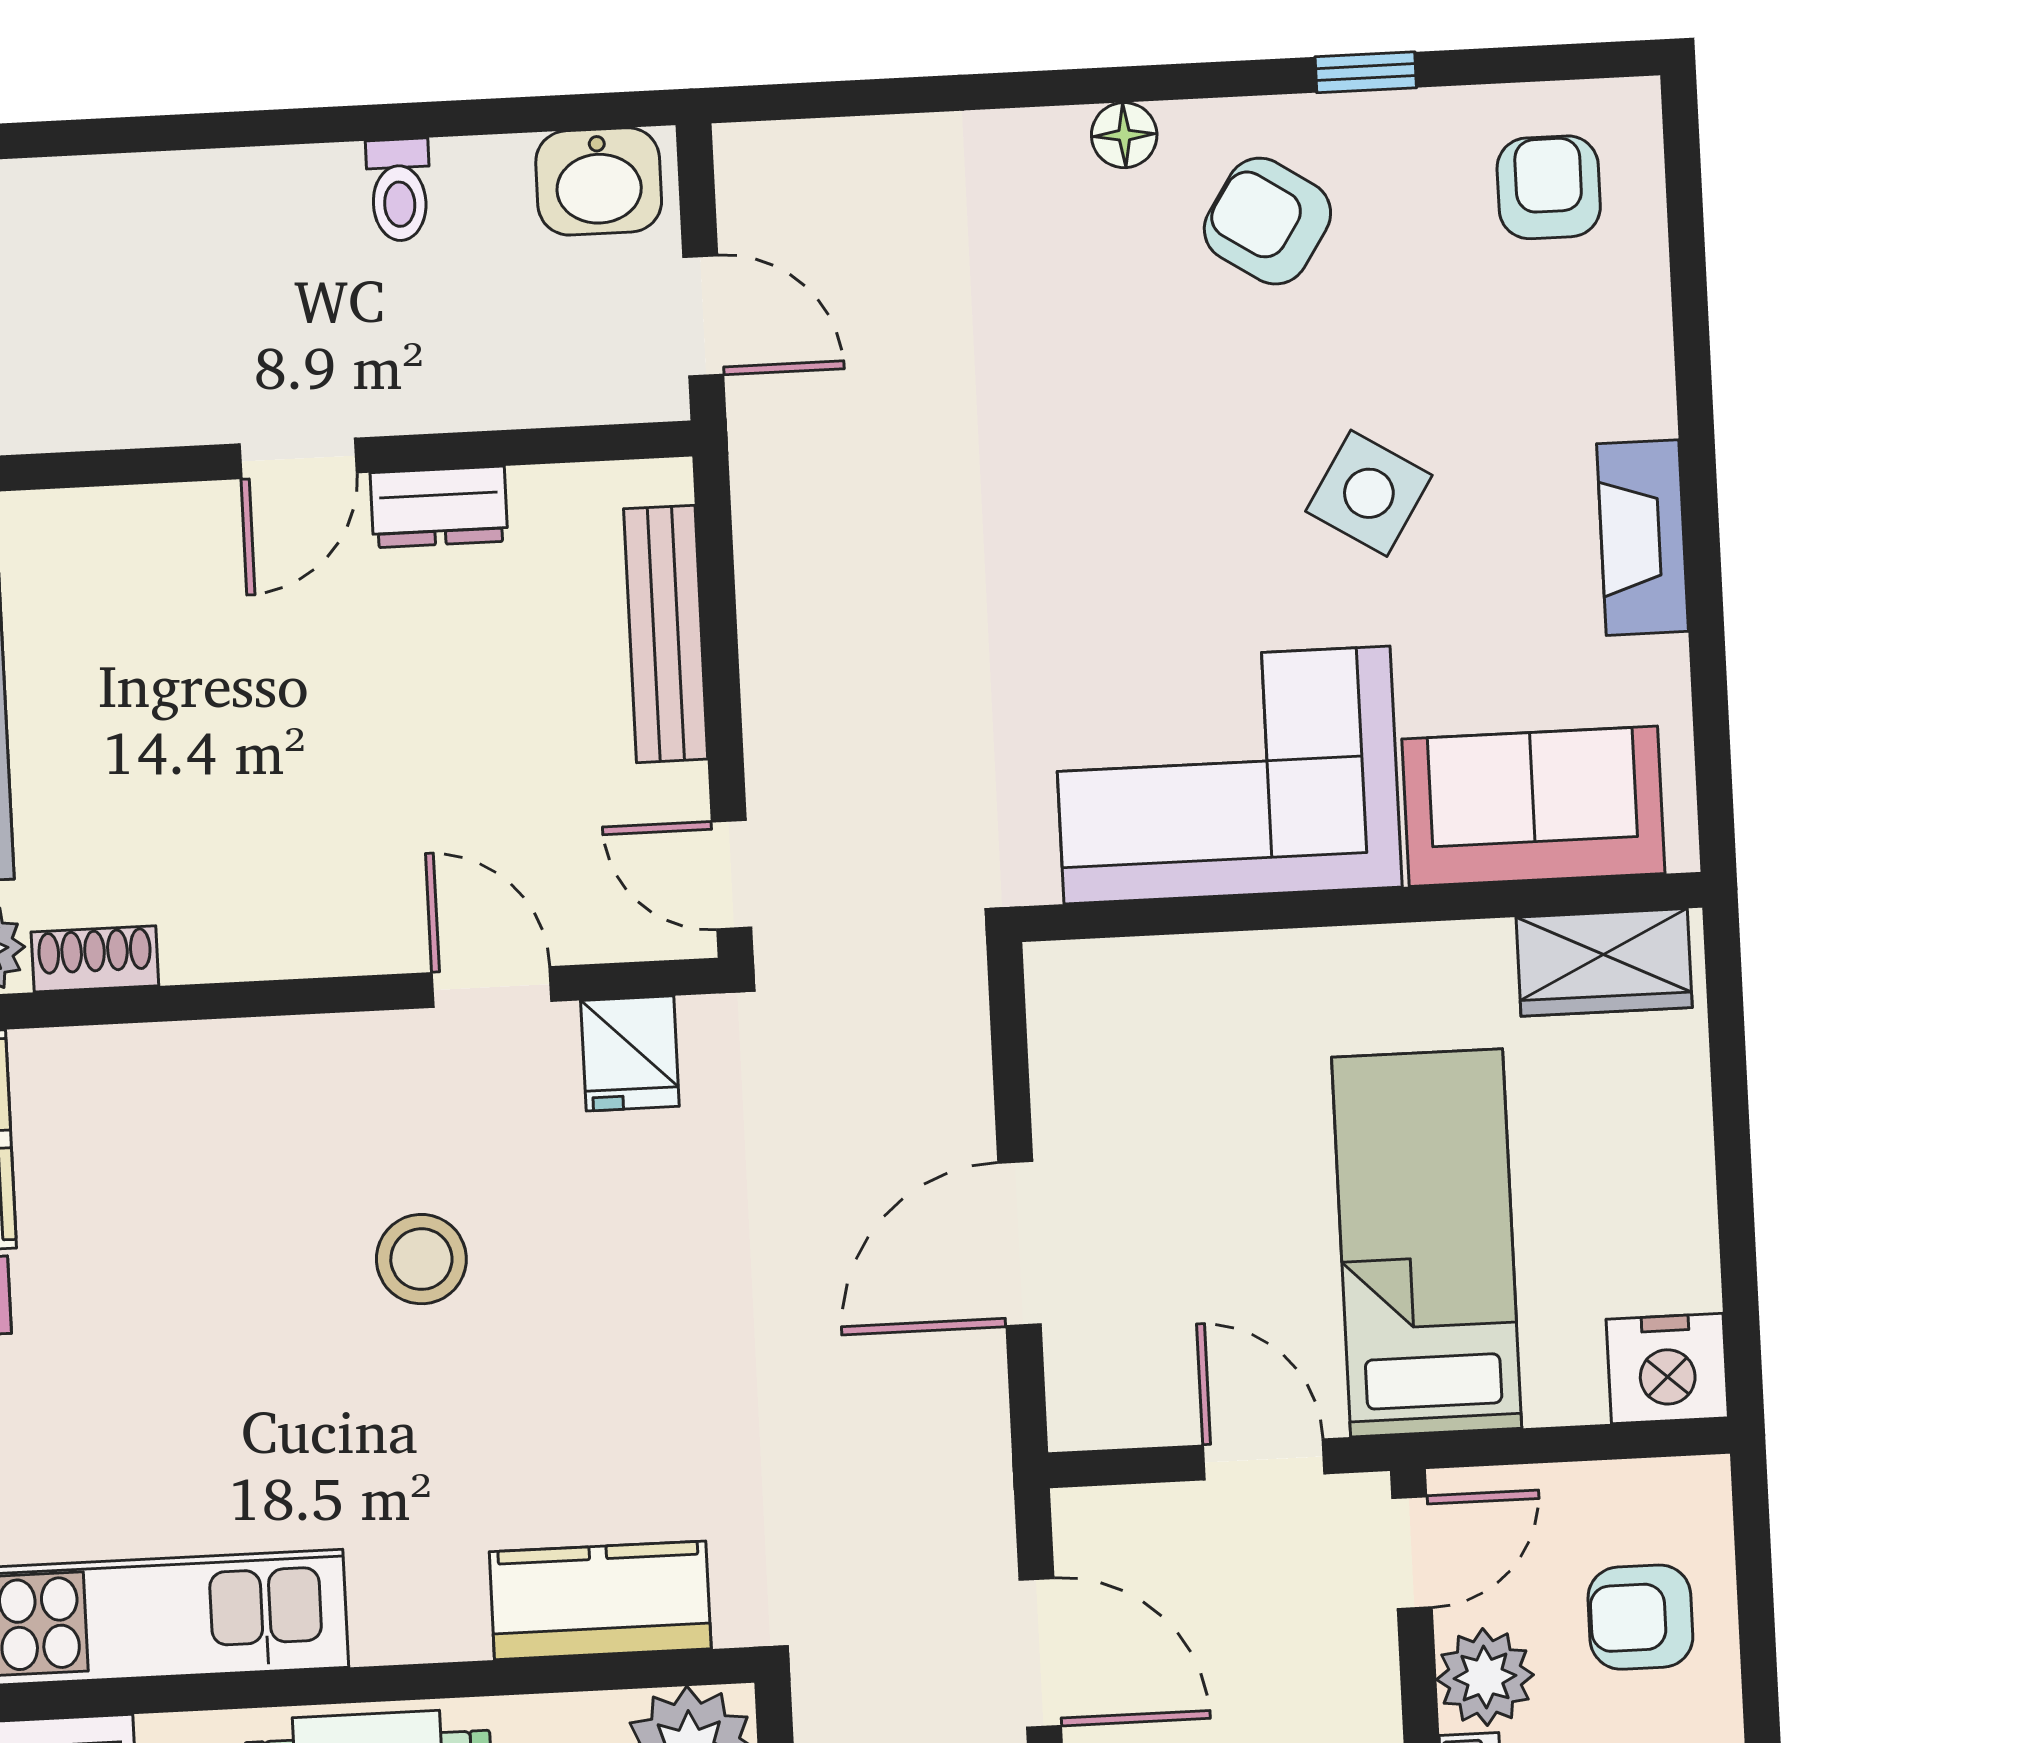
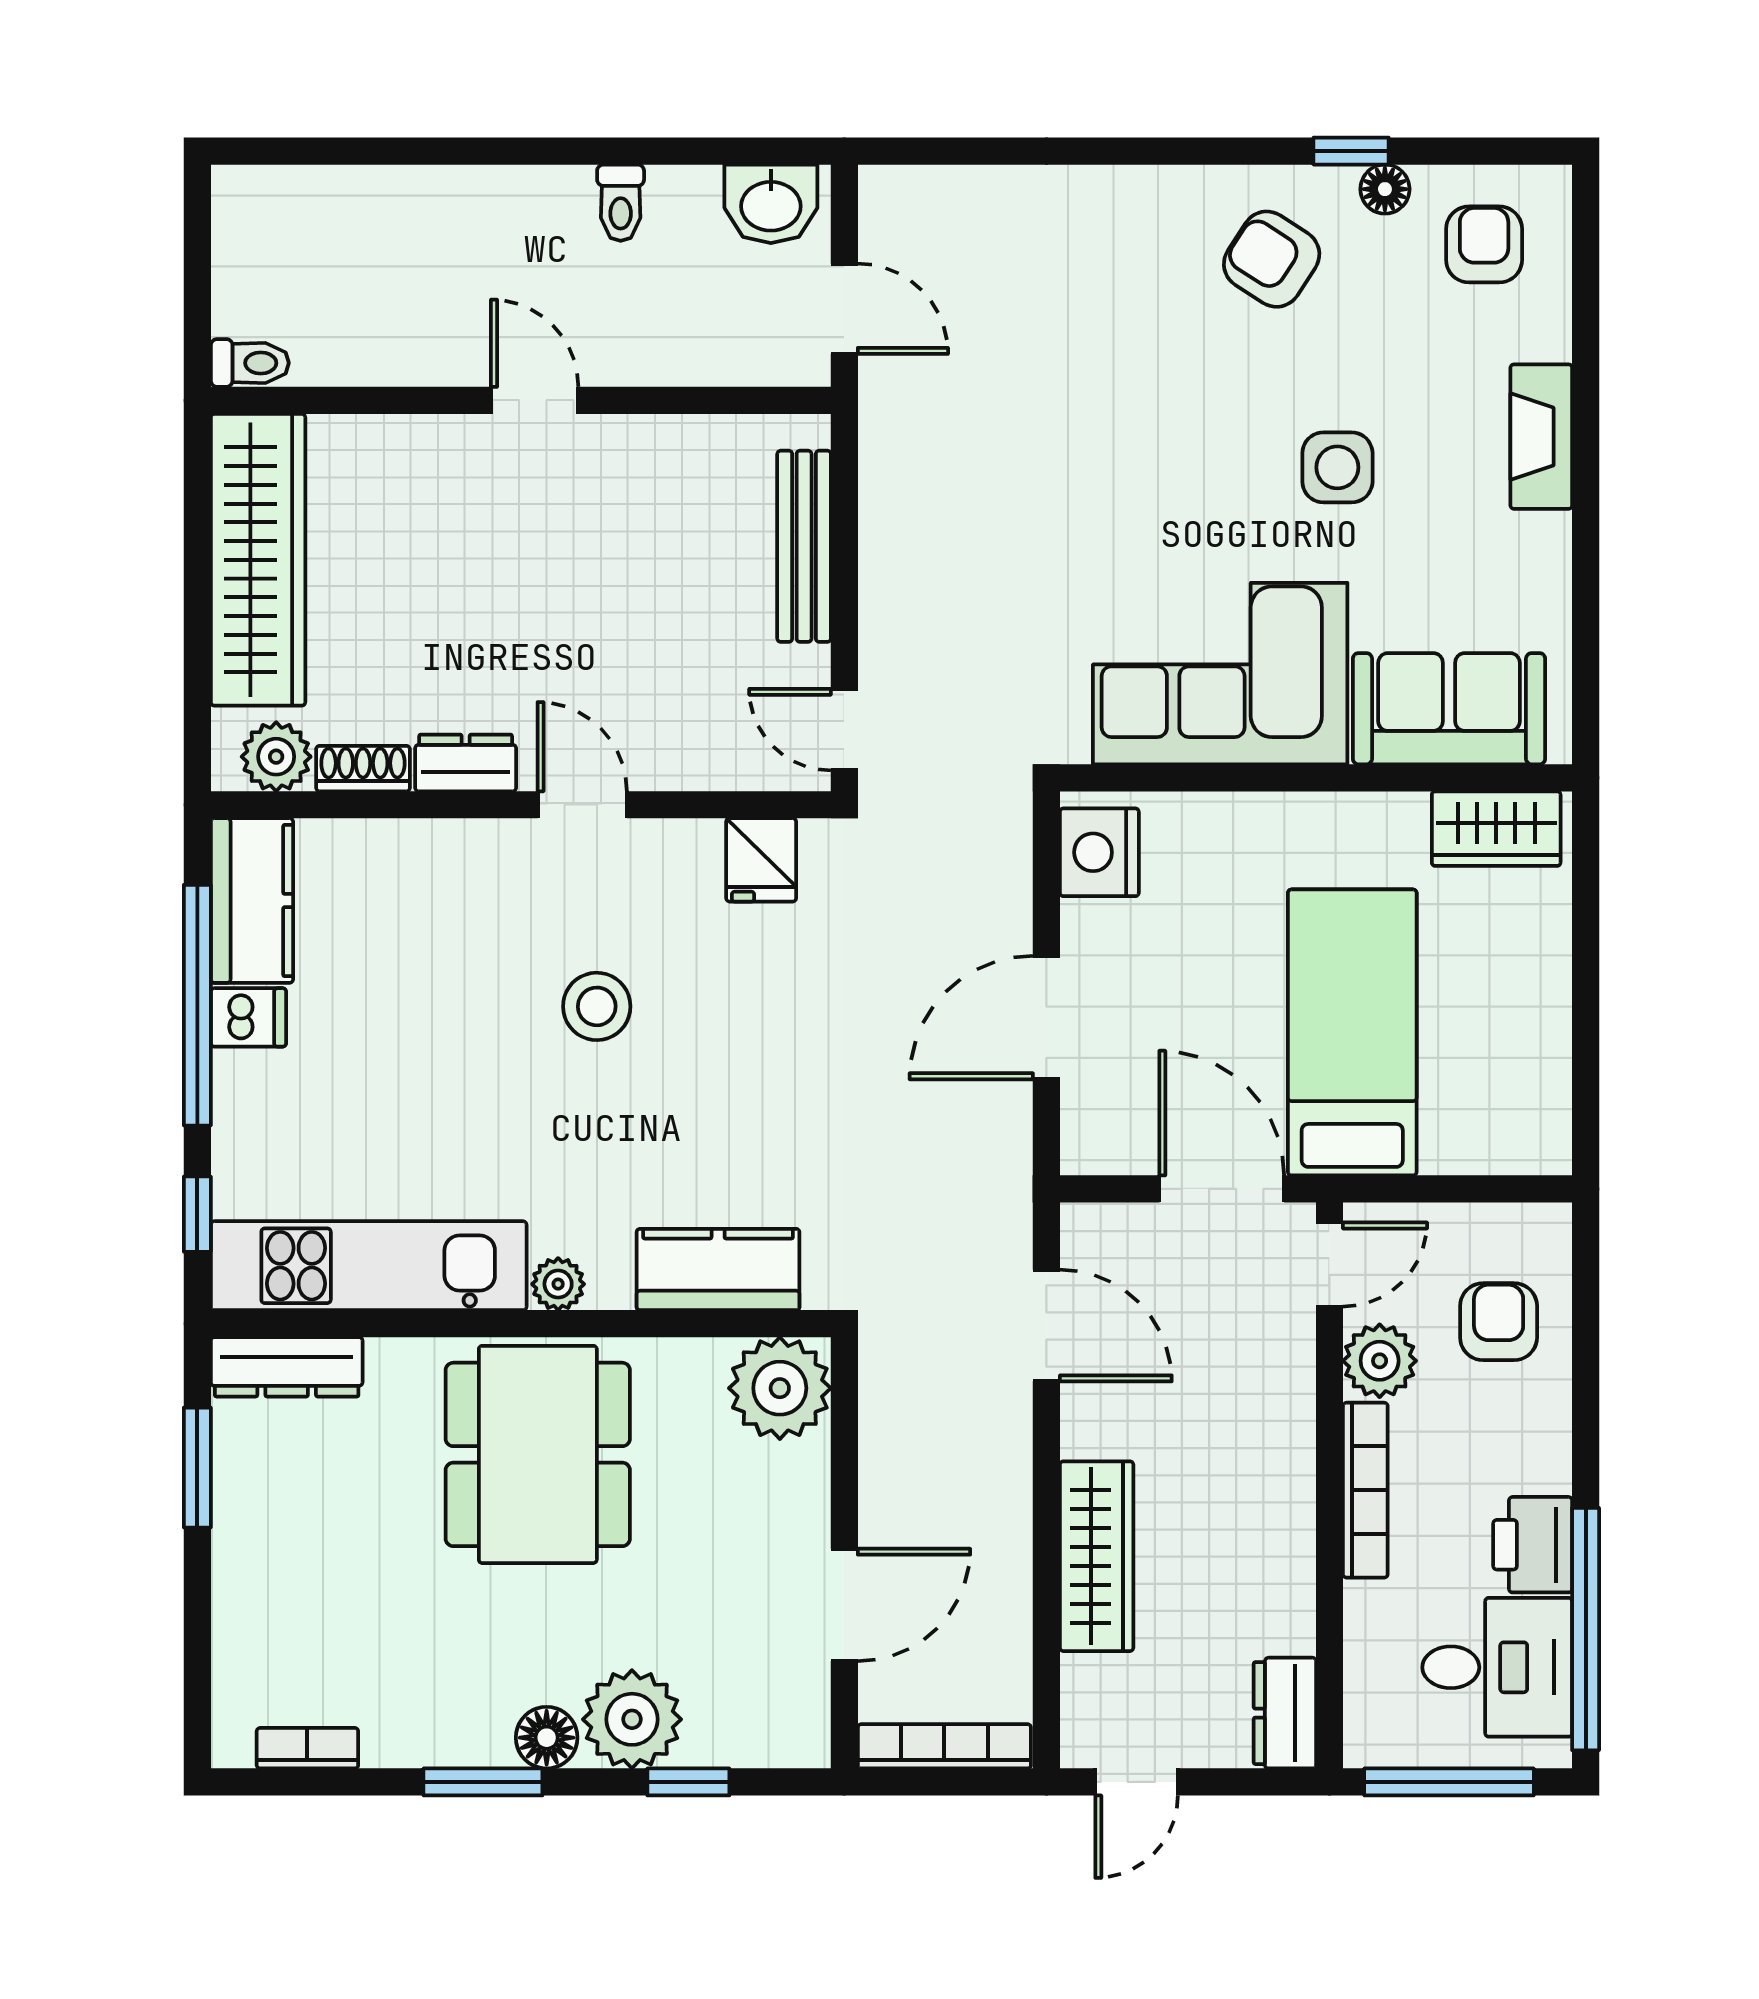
floor lamp: (1124, 135) -> (1385, 189), moved
door: (298, 458) -> (535, 400), swing flipped
side table: (1369, 493) -> (1337, 467), turned -32
dresser: (439, 507) -> (466, 763), moved, turned 180
fireplace: (1643, 538) -> (1541, 437), moved
door: (492, 987) -> (582, 805), moved
nightstand: (1667, 1369) -> (1099, 852), moved, turned 90
door: (1264, 1459) -> (1222, 1189), width x1.38
armchair: (1640, 1617) -> (1499, 1322), turned 90
plant: (389, 1630) -> (558, 1284), added

